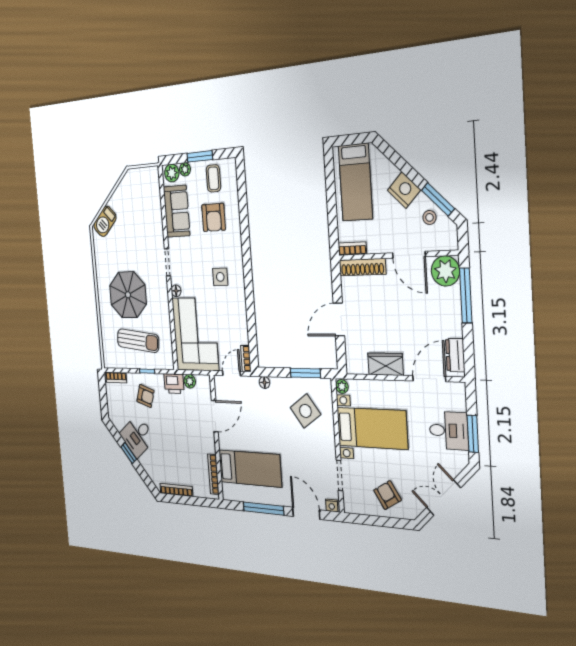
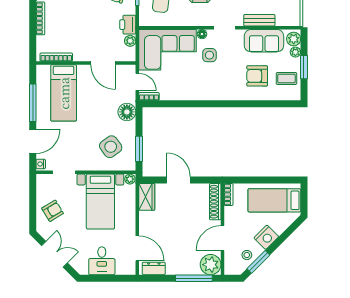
bench: (157, 219) -> (259, 20), added
side table: (220, 277) -> (209, 55), moved
wardrobe: (385, 364) -> (147, 197), moved
floor lamp: (264, 382) -> (127, 112), width x1.89, depth x1.89
window: (473, 434) -> (100, 278), removed

